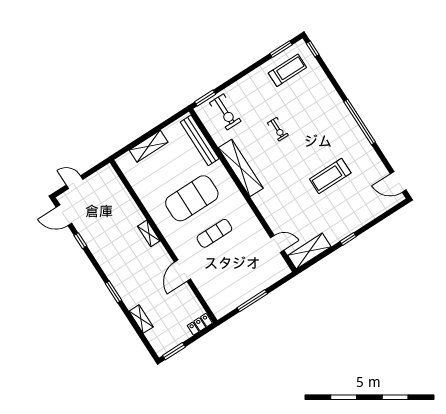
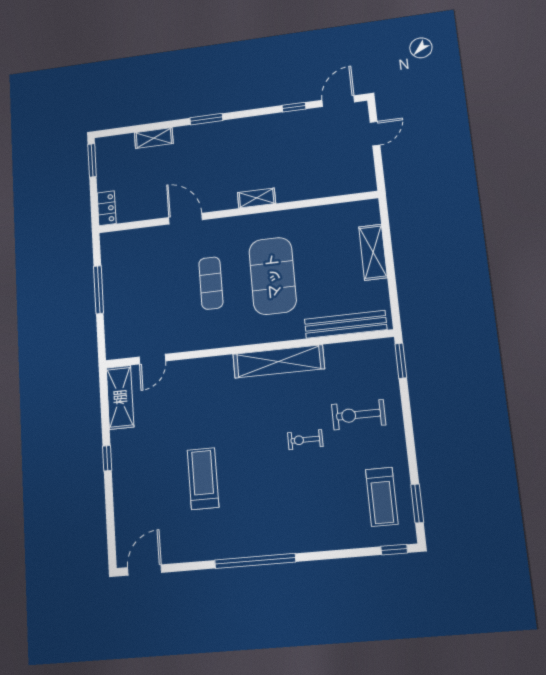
exercise bike: (225, 112) -> (359, 415), moved

